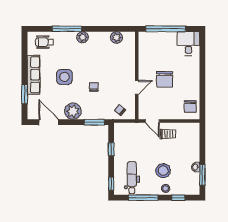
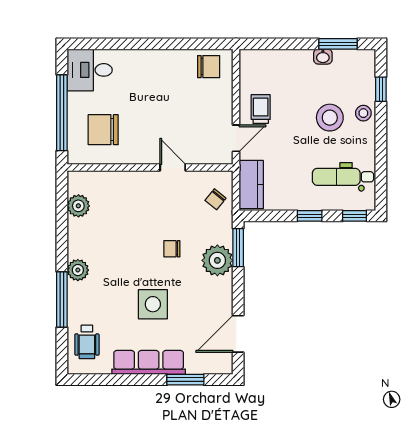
chair: (165, 79) -> (103, 130), moved, turned 180
plant: (73, 111) -> (217, 260), moved
kitchen counter: (128, 129) -> (251, 185), added
window: (111, 149) -> (310, 216), moved
window: (143, 198) -> (381, 155), removed

